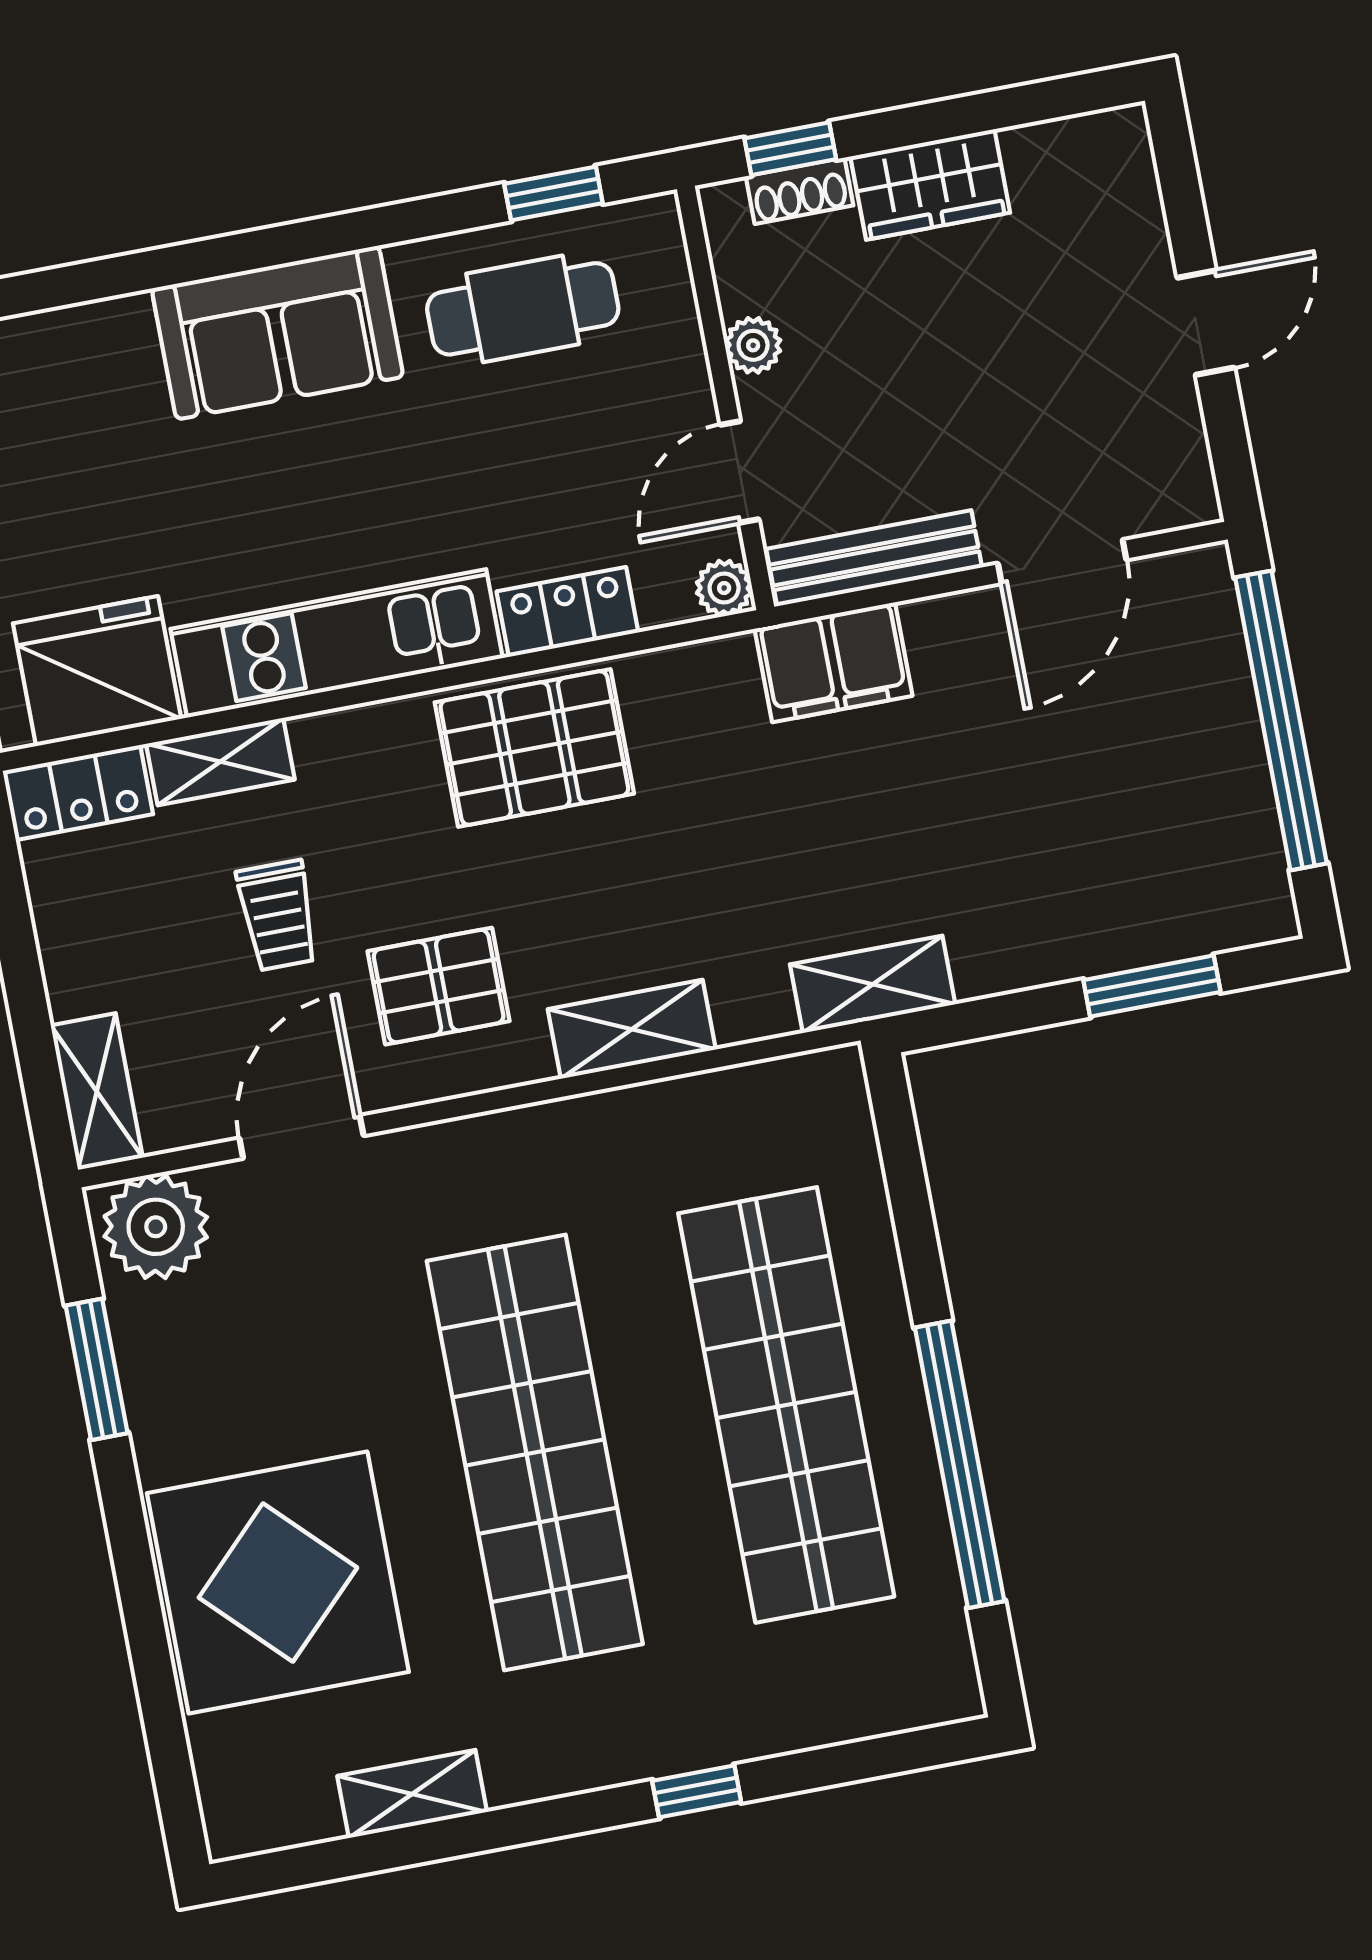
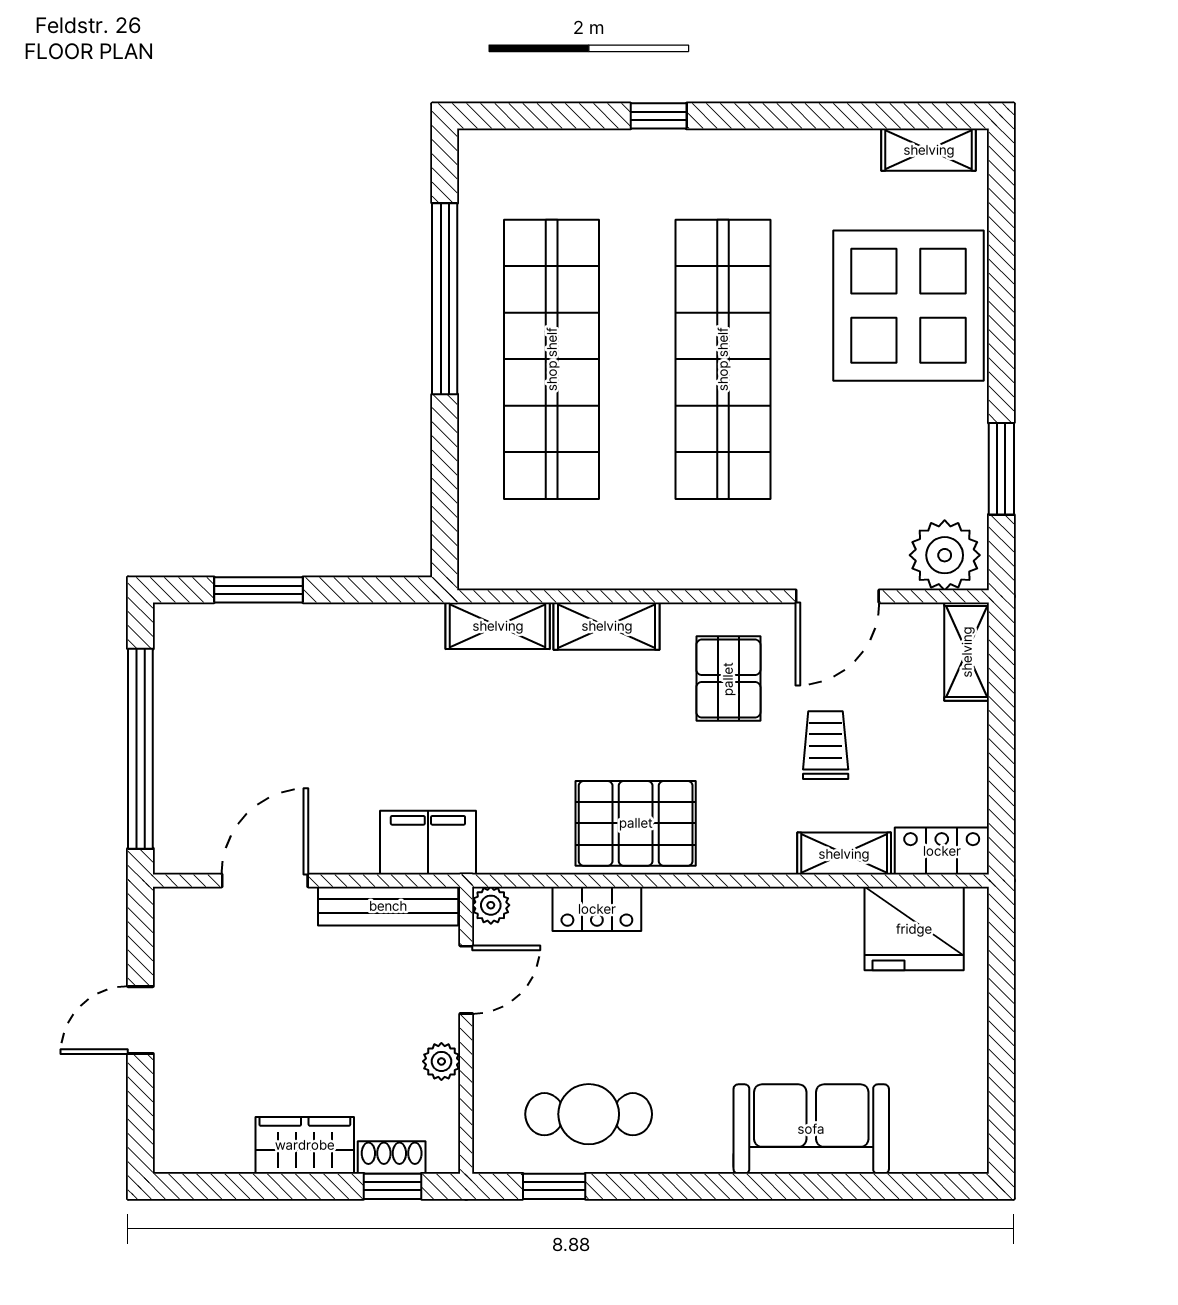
sofa: (278, 333) -> (811, 1129), moved
kitchen unit: (337, 643) -> (753, 917), removed
shelving: (873, 984) -> (498, 626), moved
pallet: (439, 986) -> (728, 679), turned 90
shelving: (412, 1794) -> (929, 150), moved

